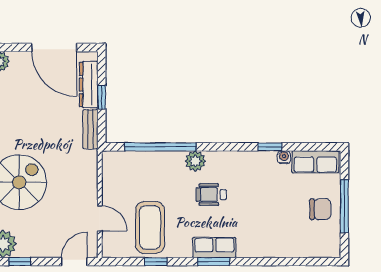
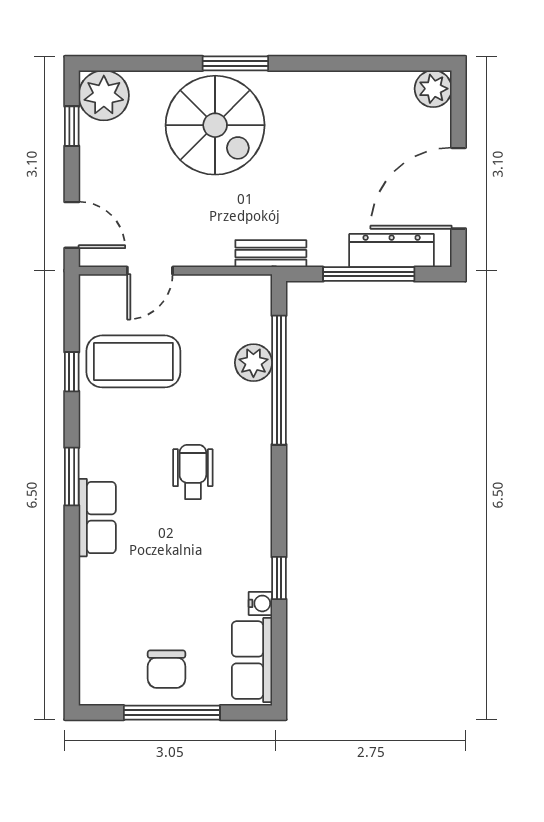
window: (102, 97) -> (369, 274), width x2.17
bench: (90, 129) -> (271, 254), moved
plant: (195, 161) -> (253, 363), moved
row of seats: (214, 248) -> (97, 518), moved

